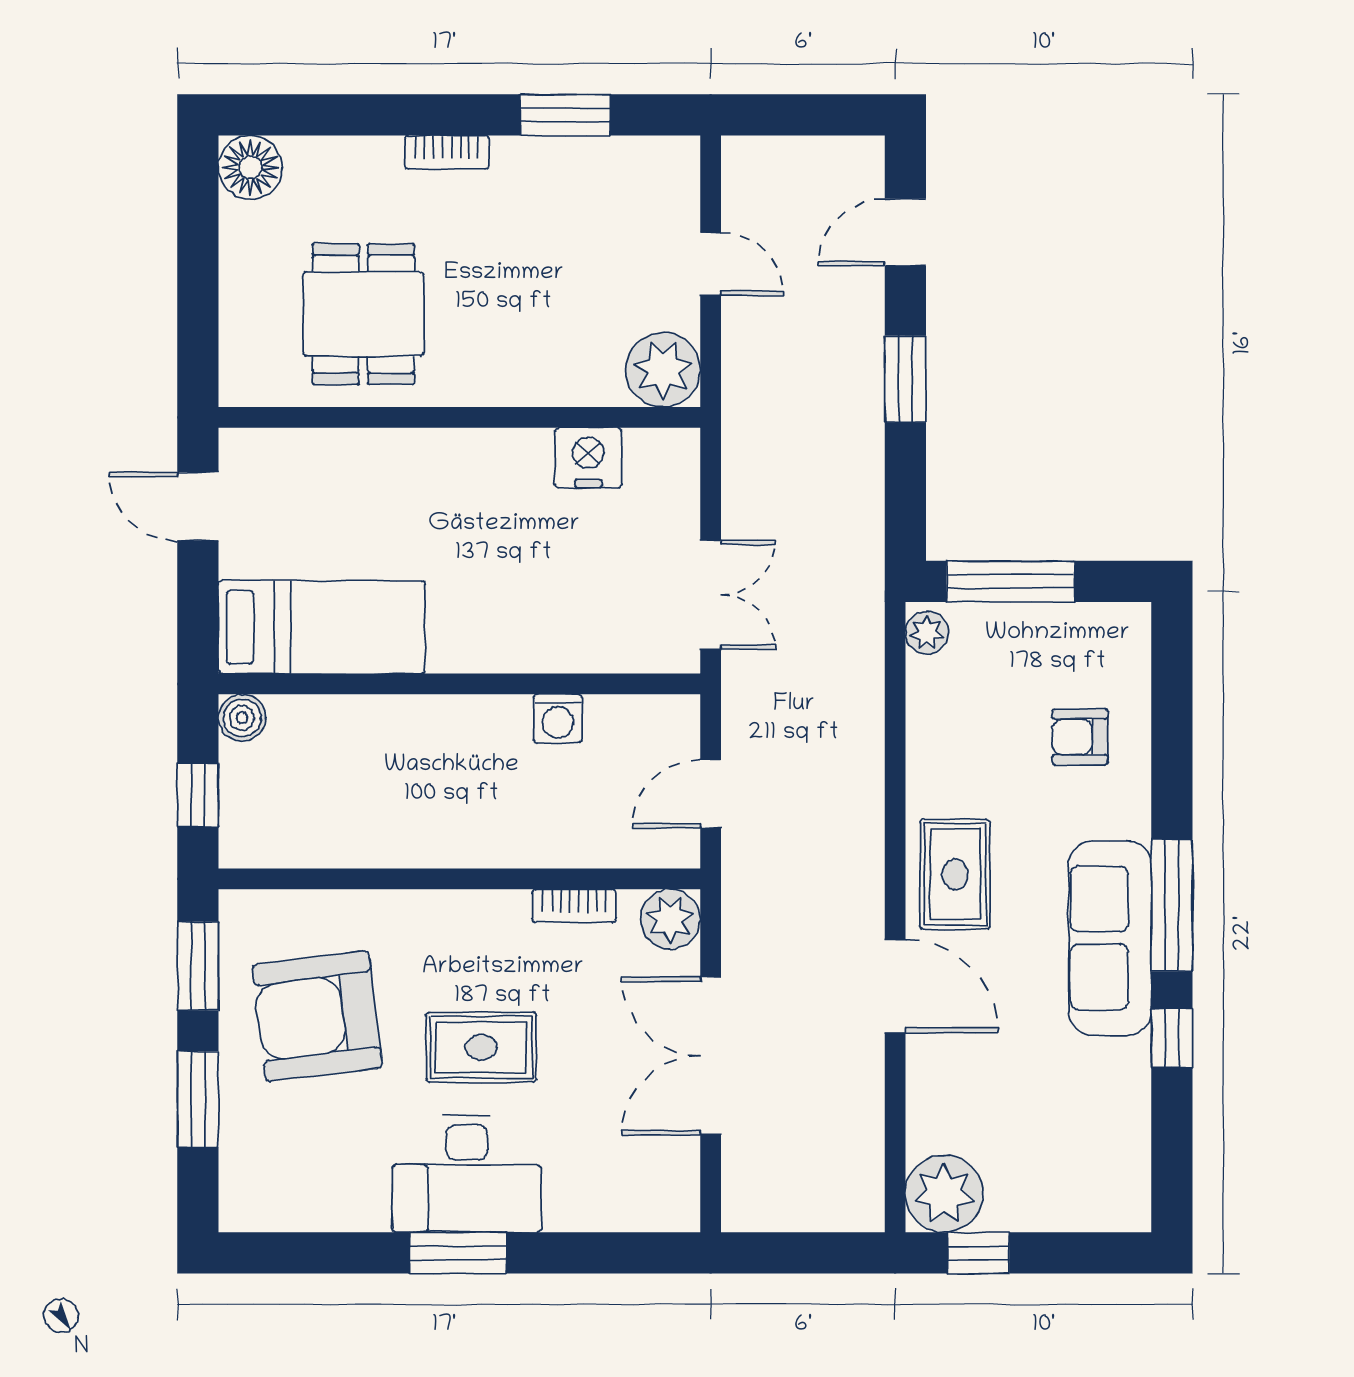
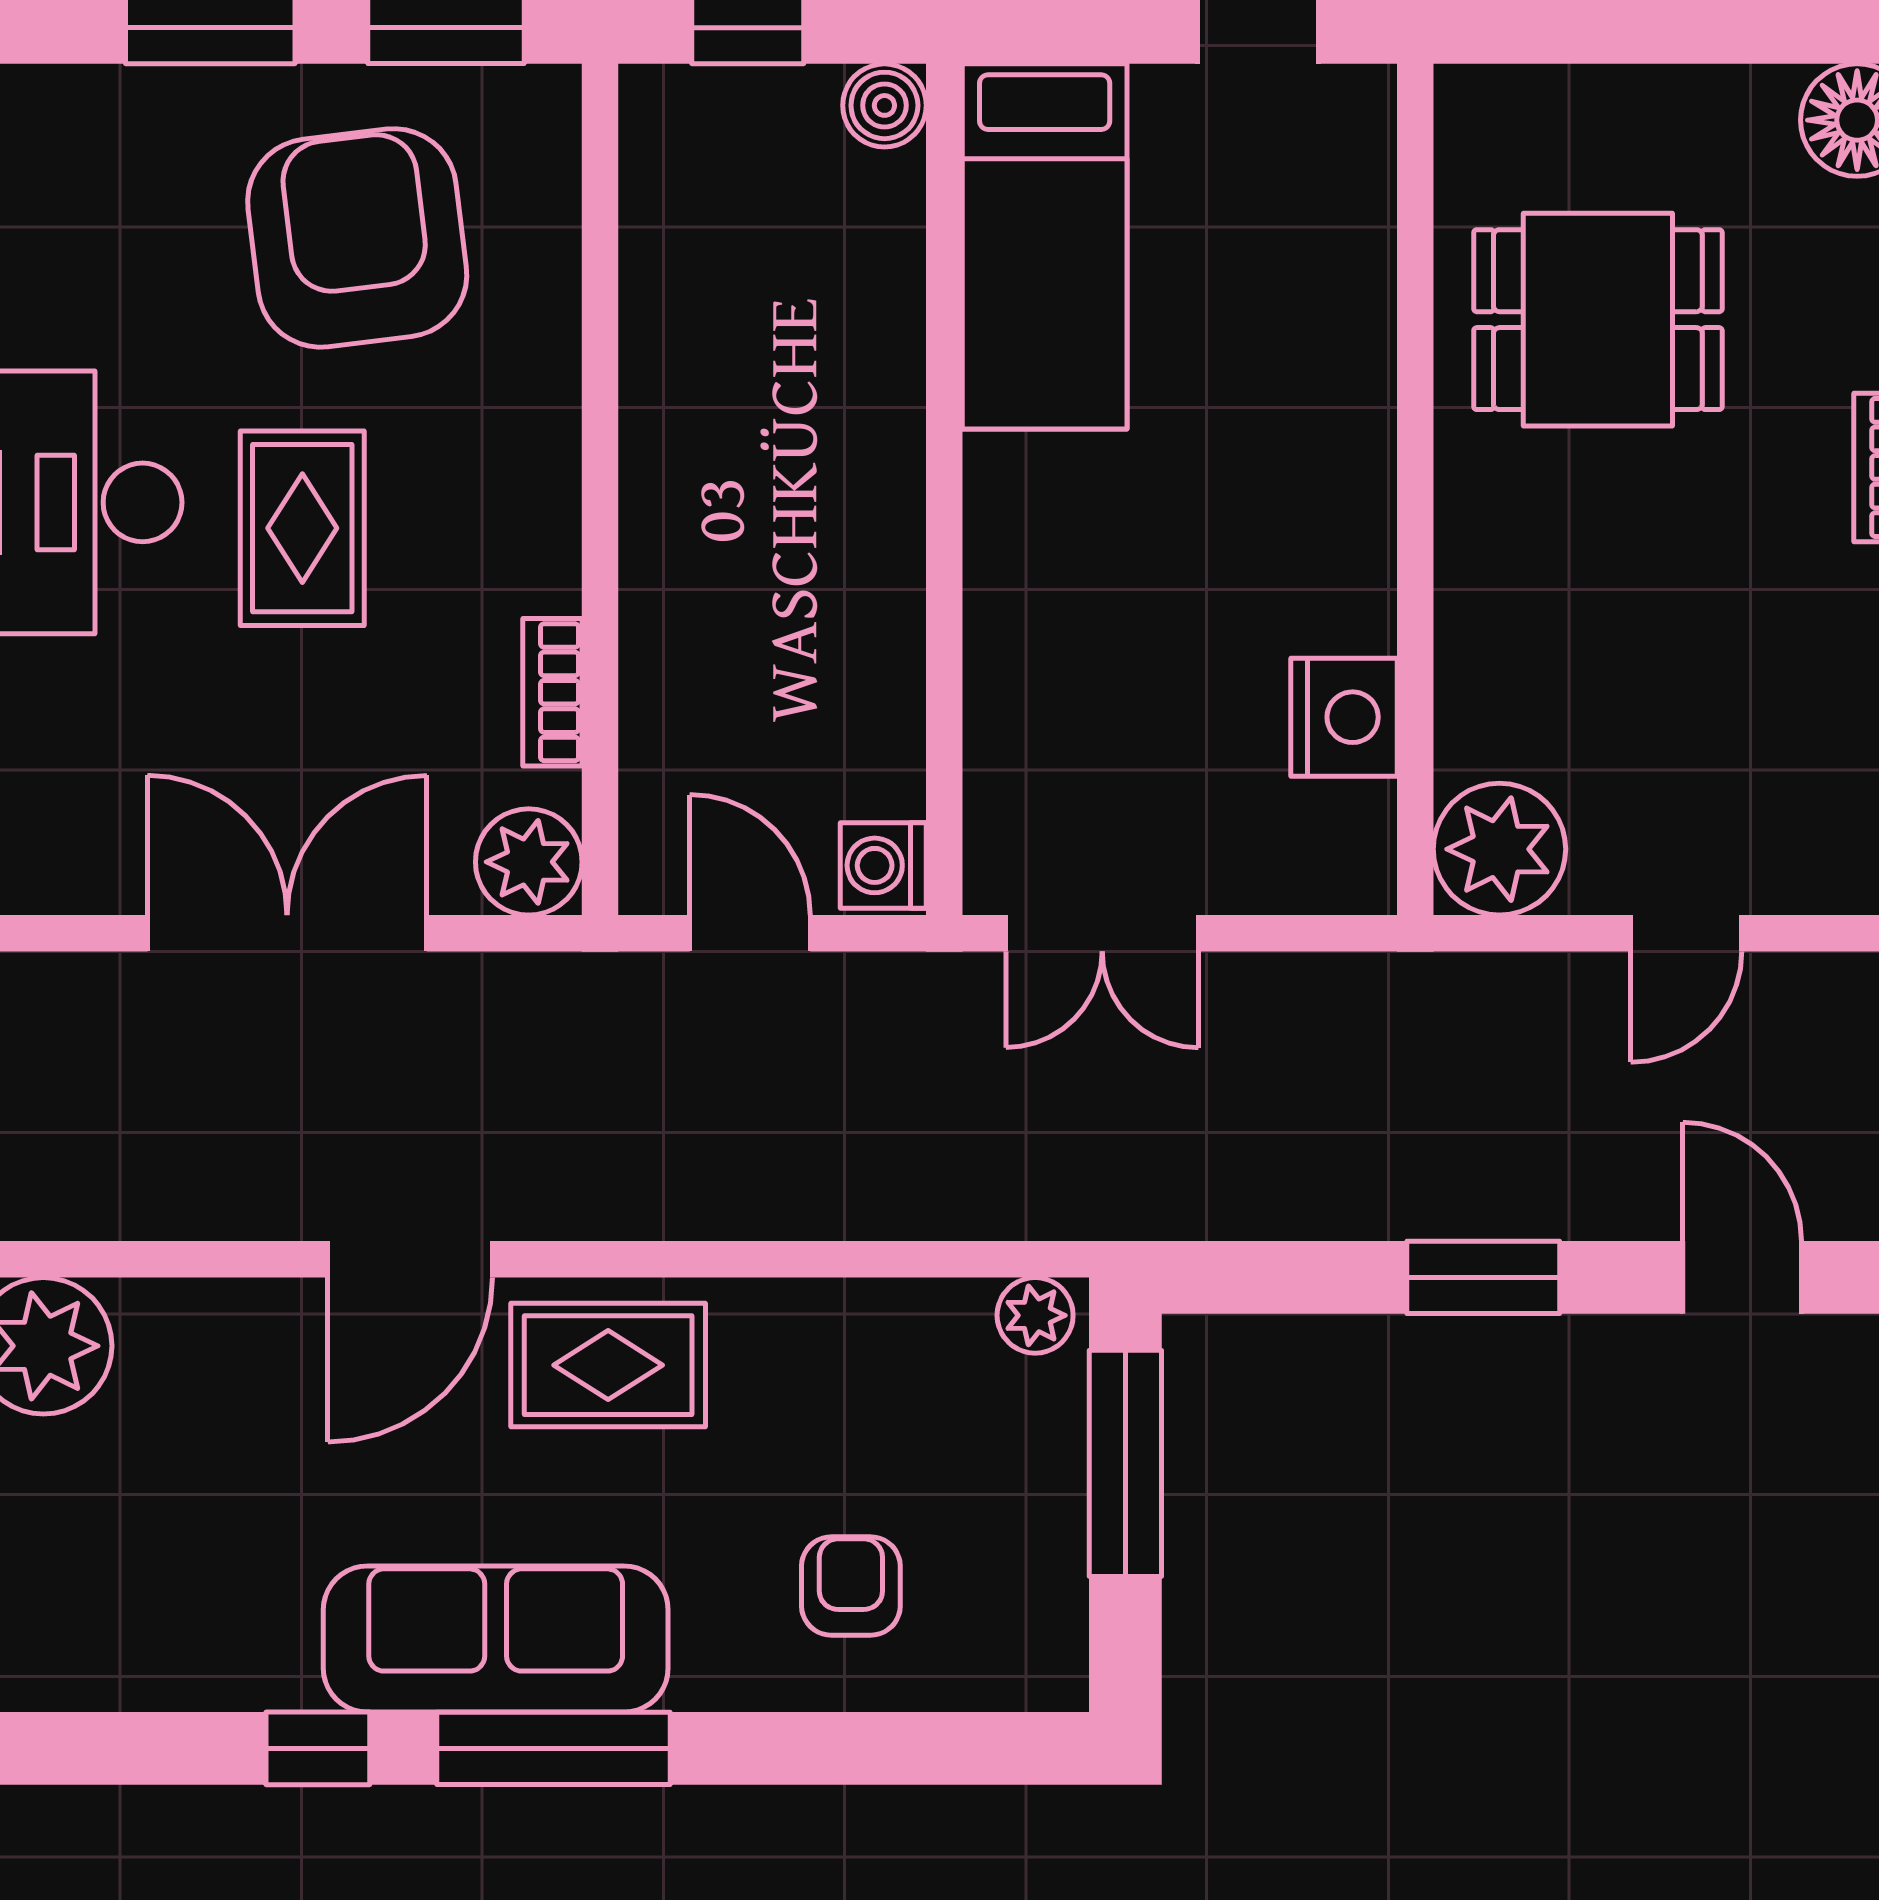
washing machine: (558, 719) -> (883, 865), moved

